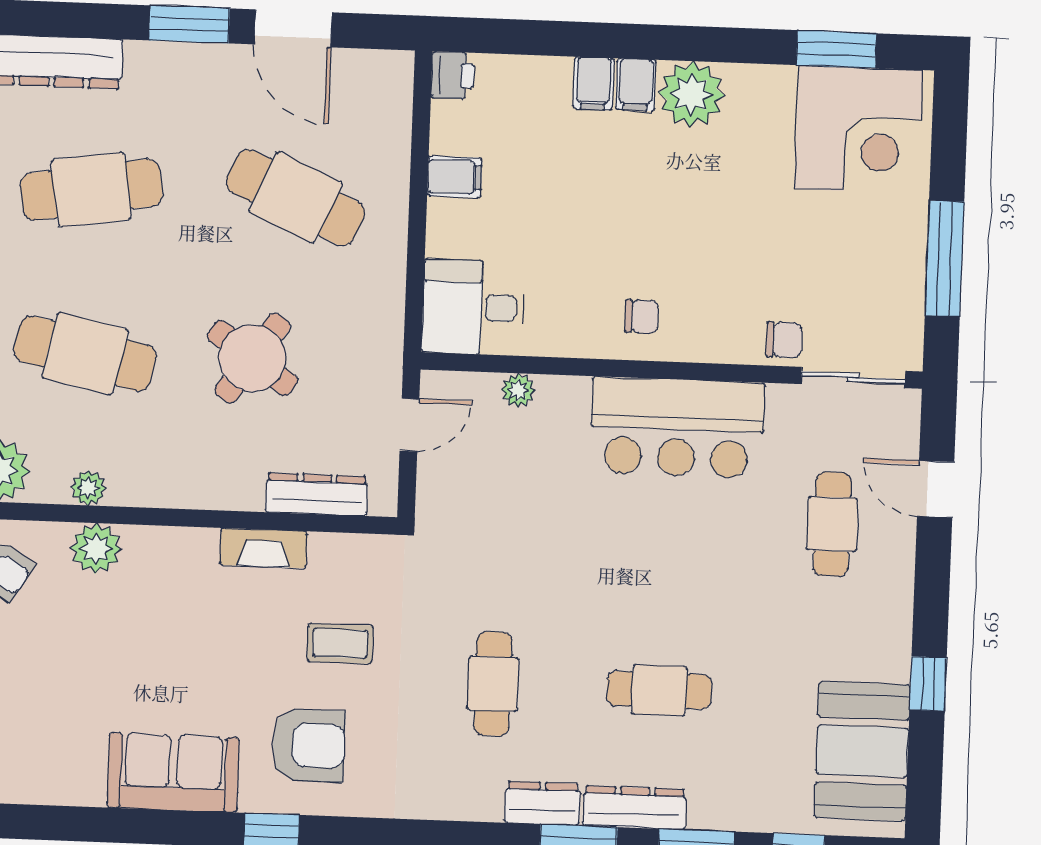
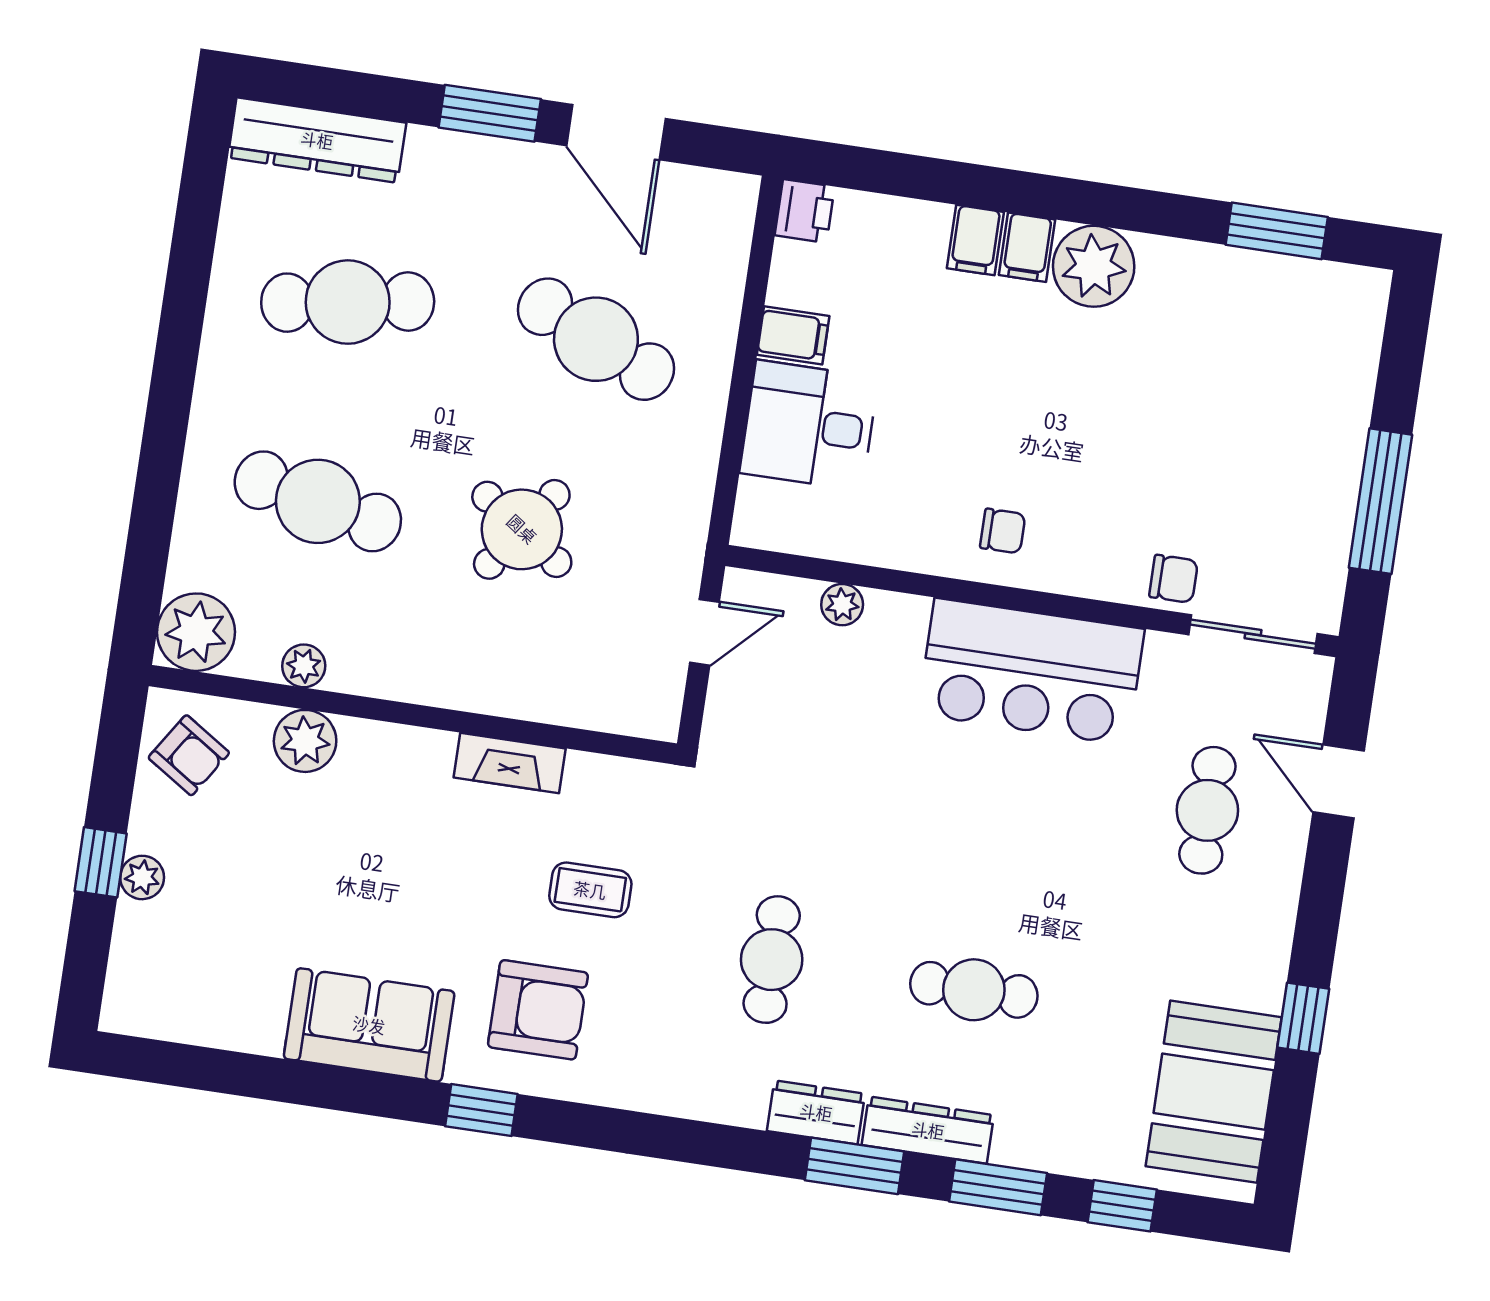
corner desk: (858, 129) -> (1293, 332), removed
desk: (473, 307) -> (809, 425), moved
dresser: (316, 494) -> (582, 705), removed

